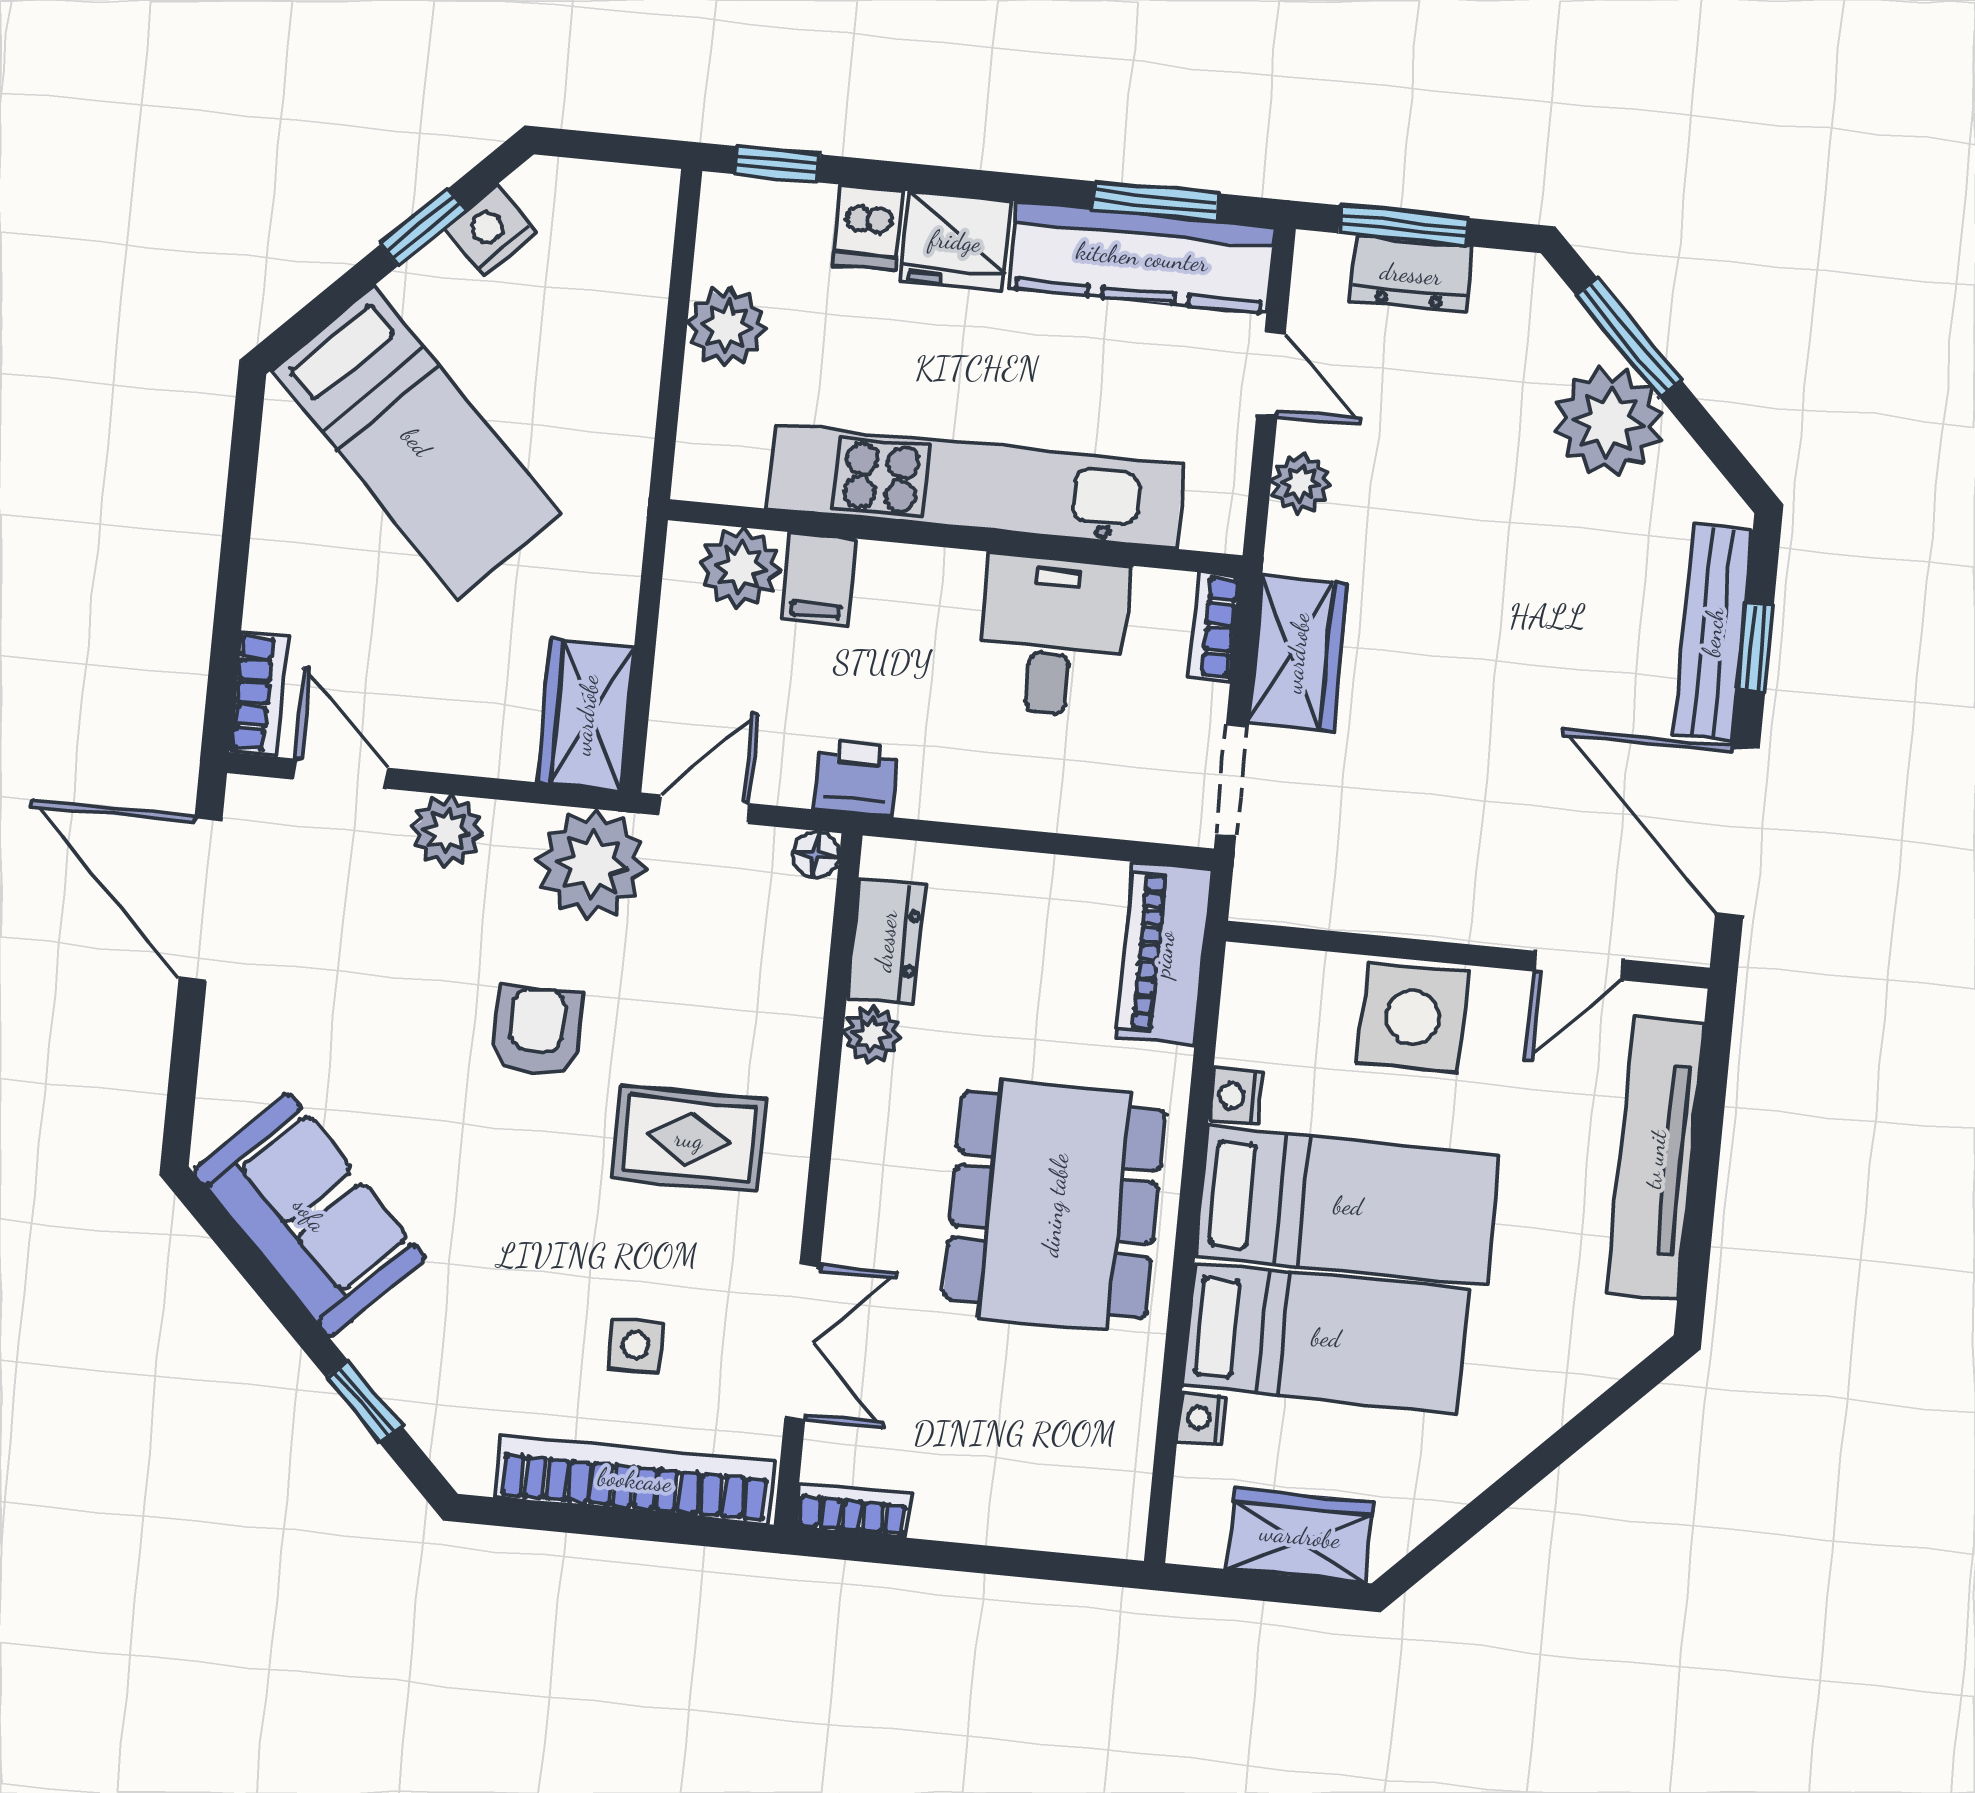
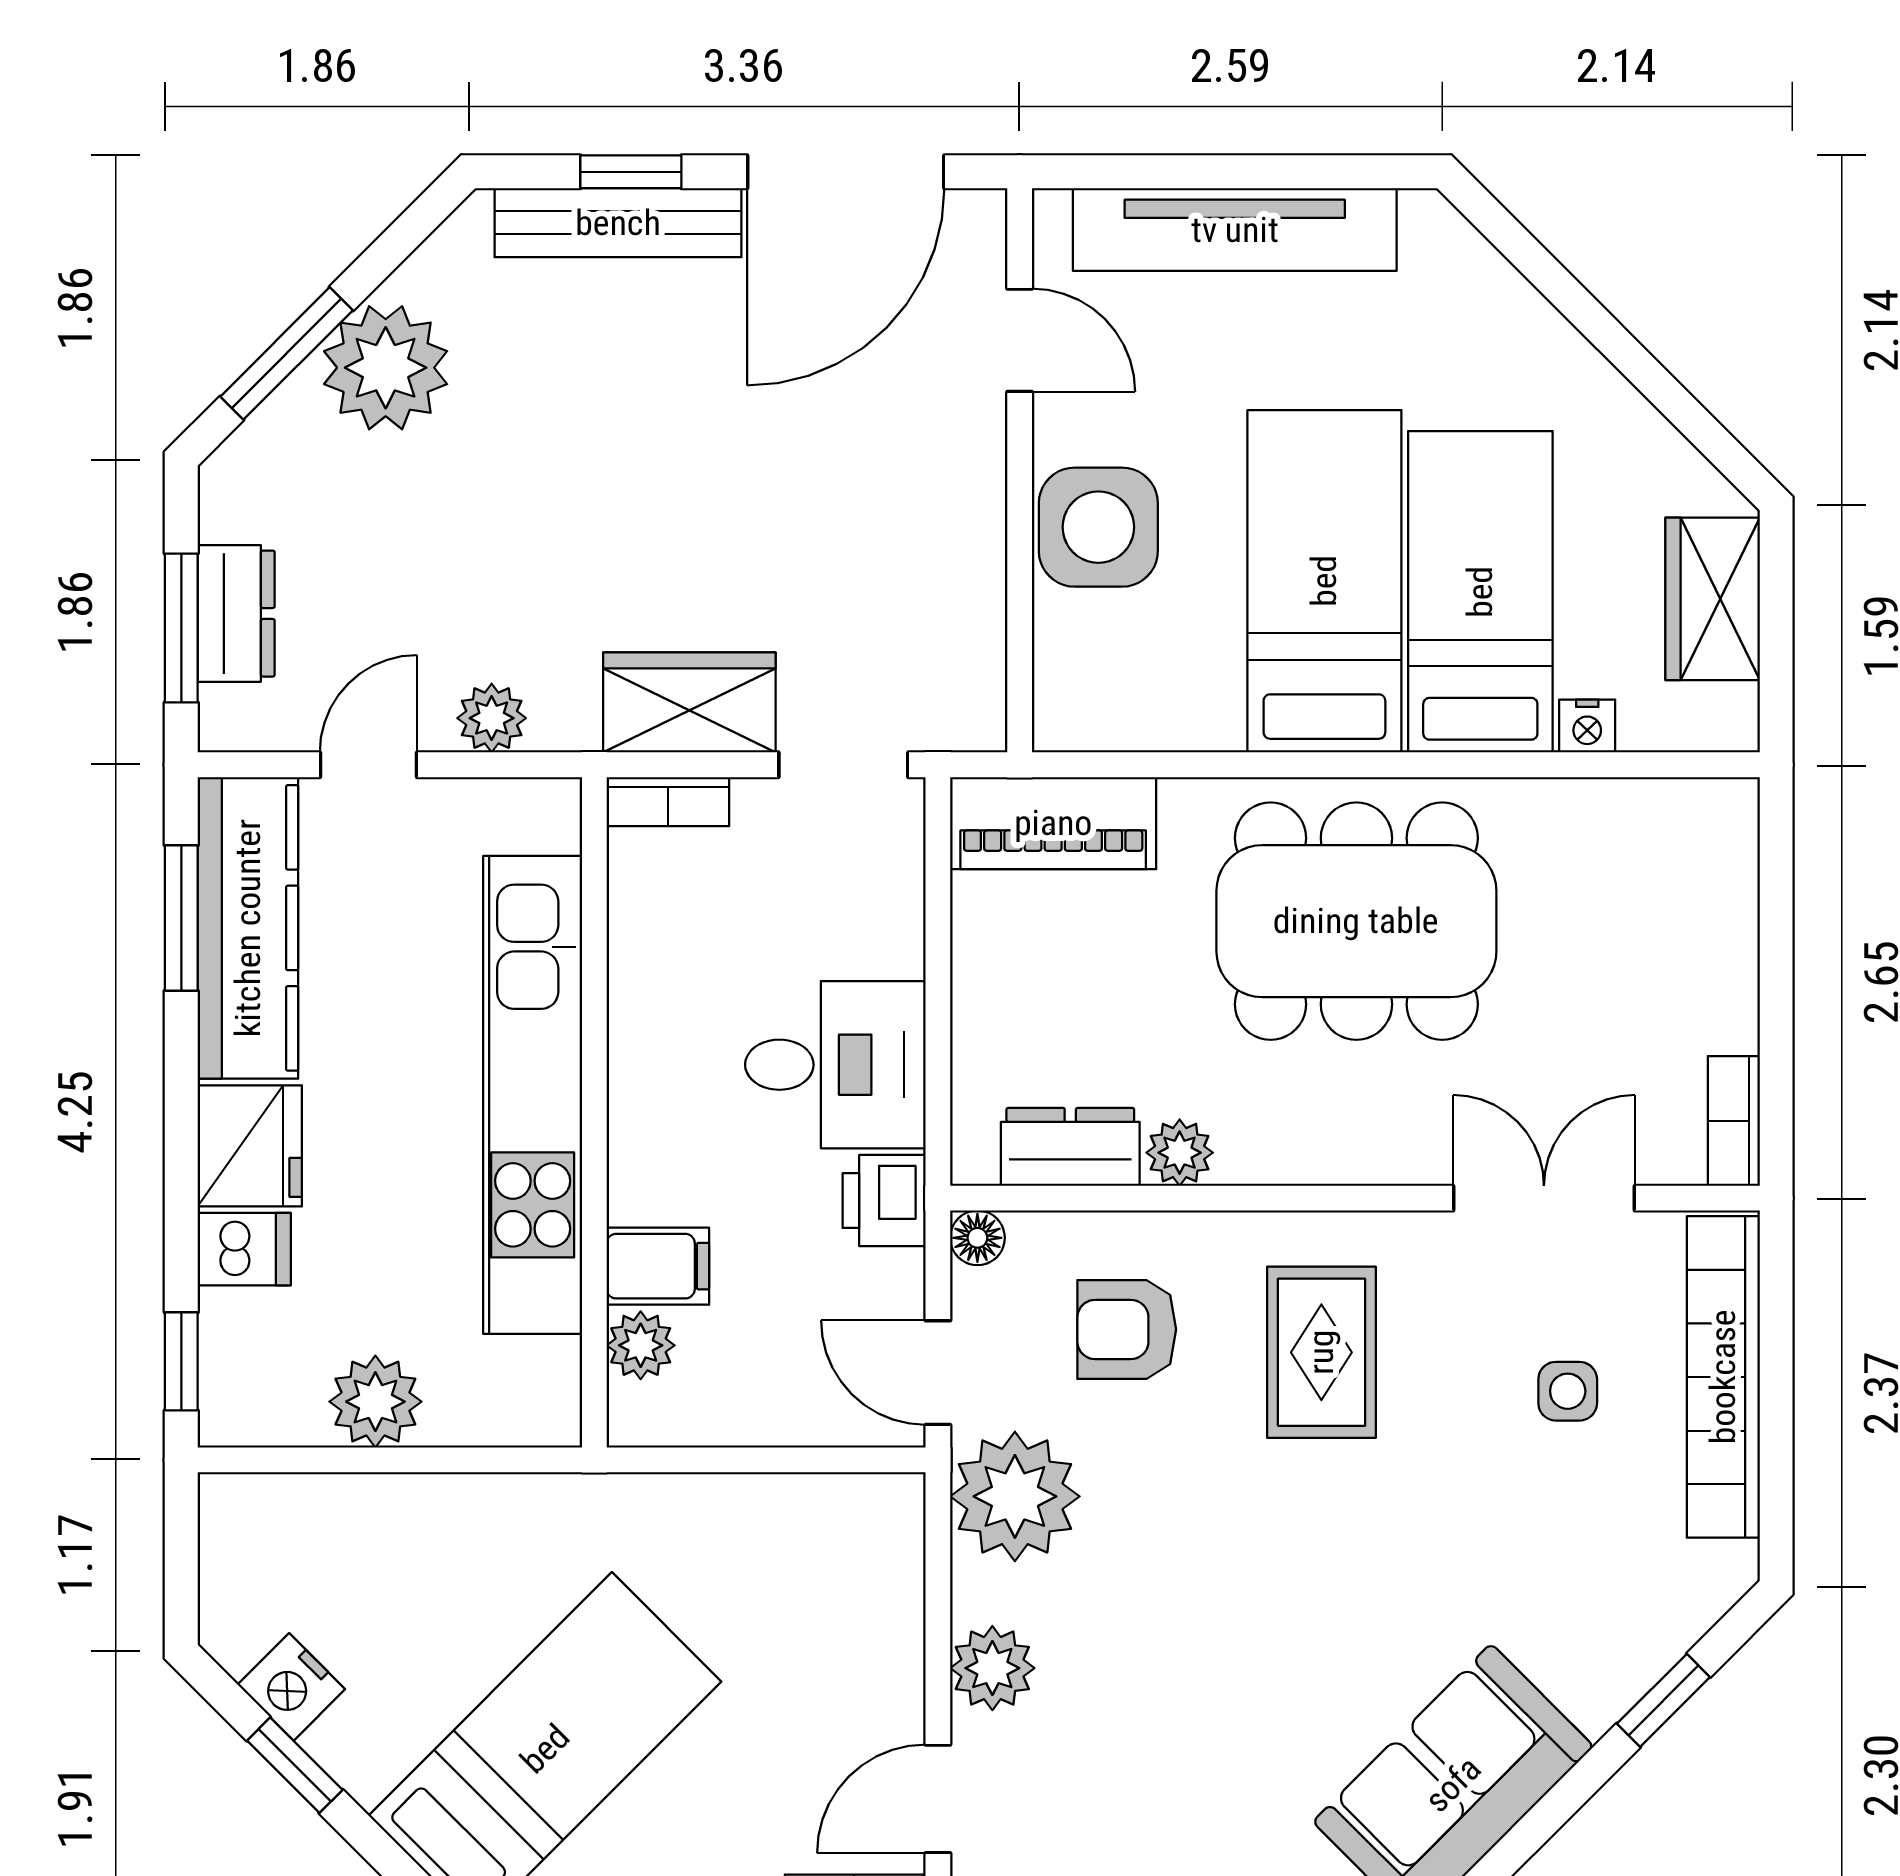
plant: (740, 568) -> (641, 1345), width x0.73, depth x0.73
desk: (1052, 636) -> (835, 1065), moved, turned 180
wardrobe: (586, 715) -> (841, 1521), removed
armchair: (537, 1032) -> (1127, 1329), moved
nightstand: (1236, 1096) -> (1210, 723), removed

